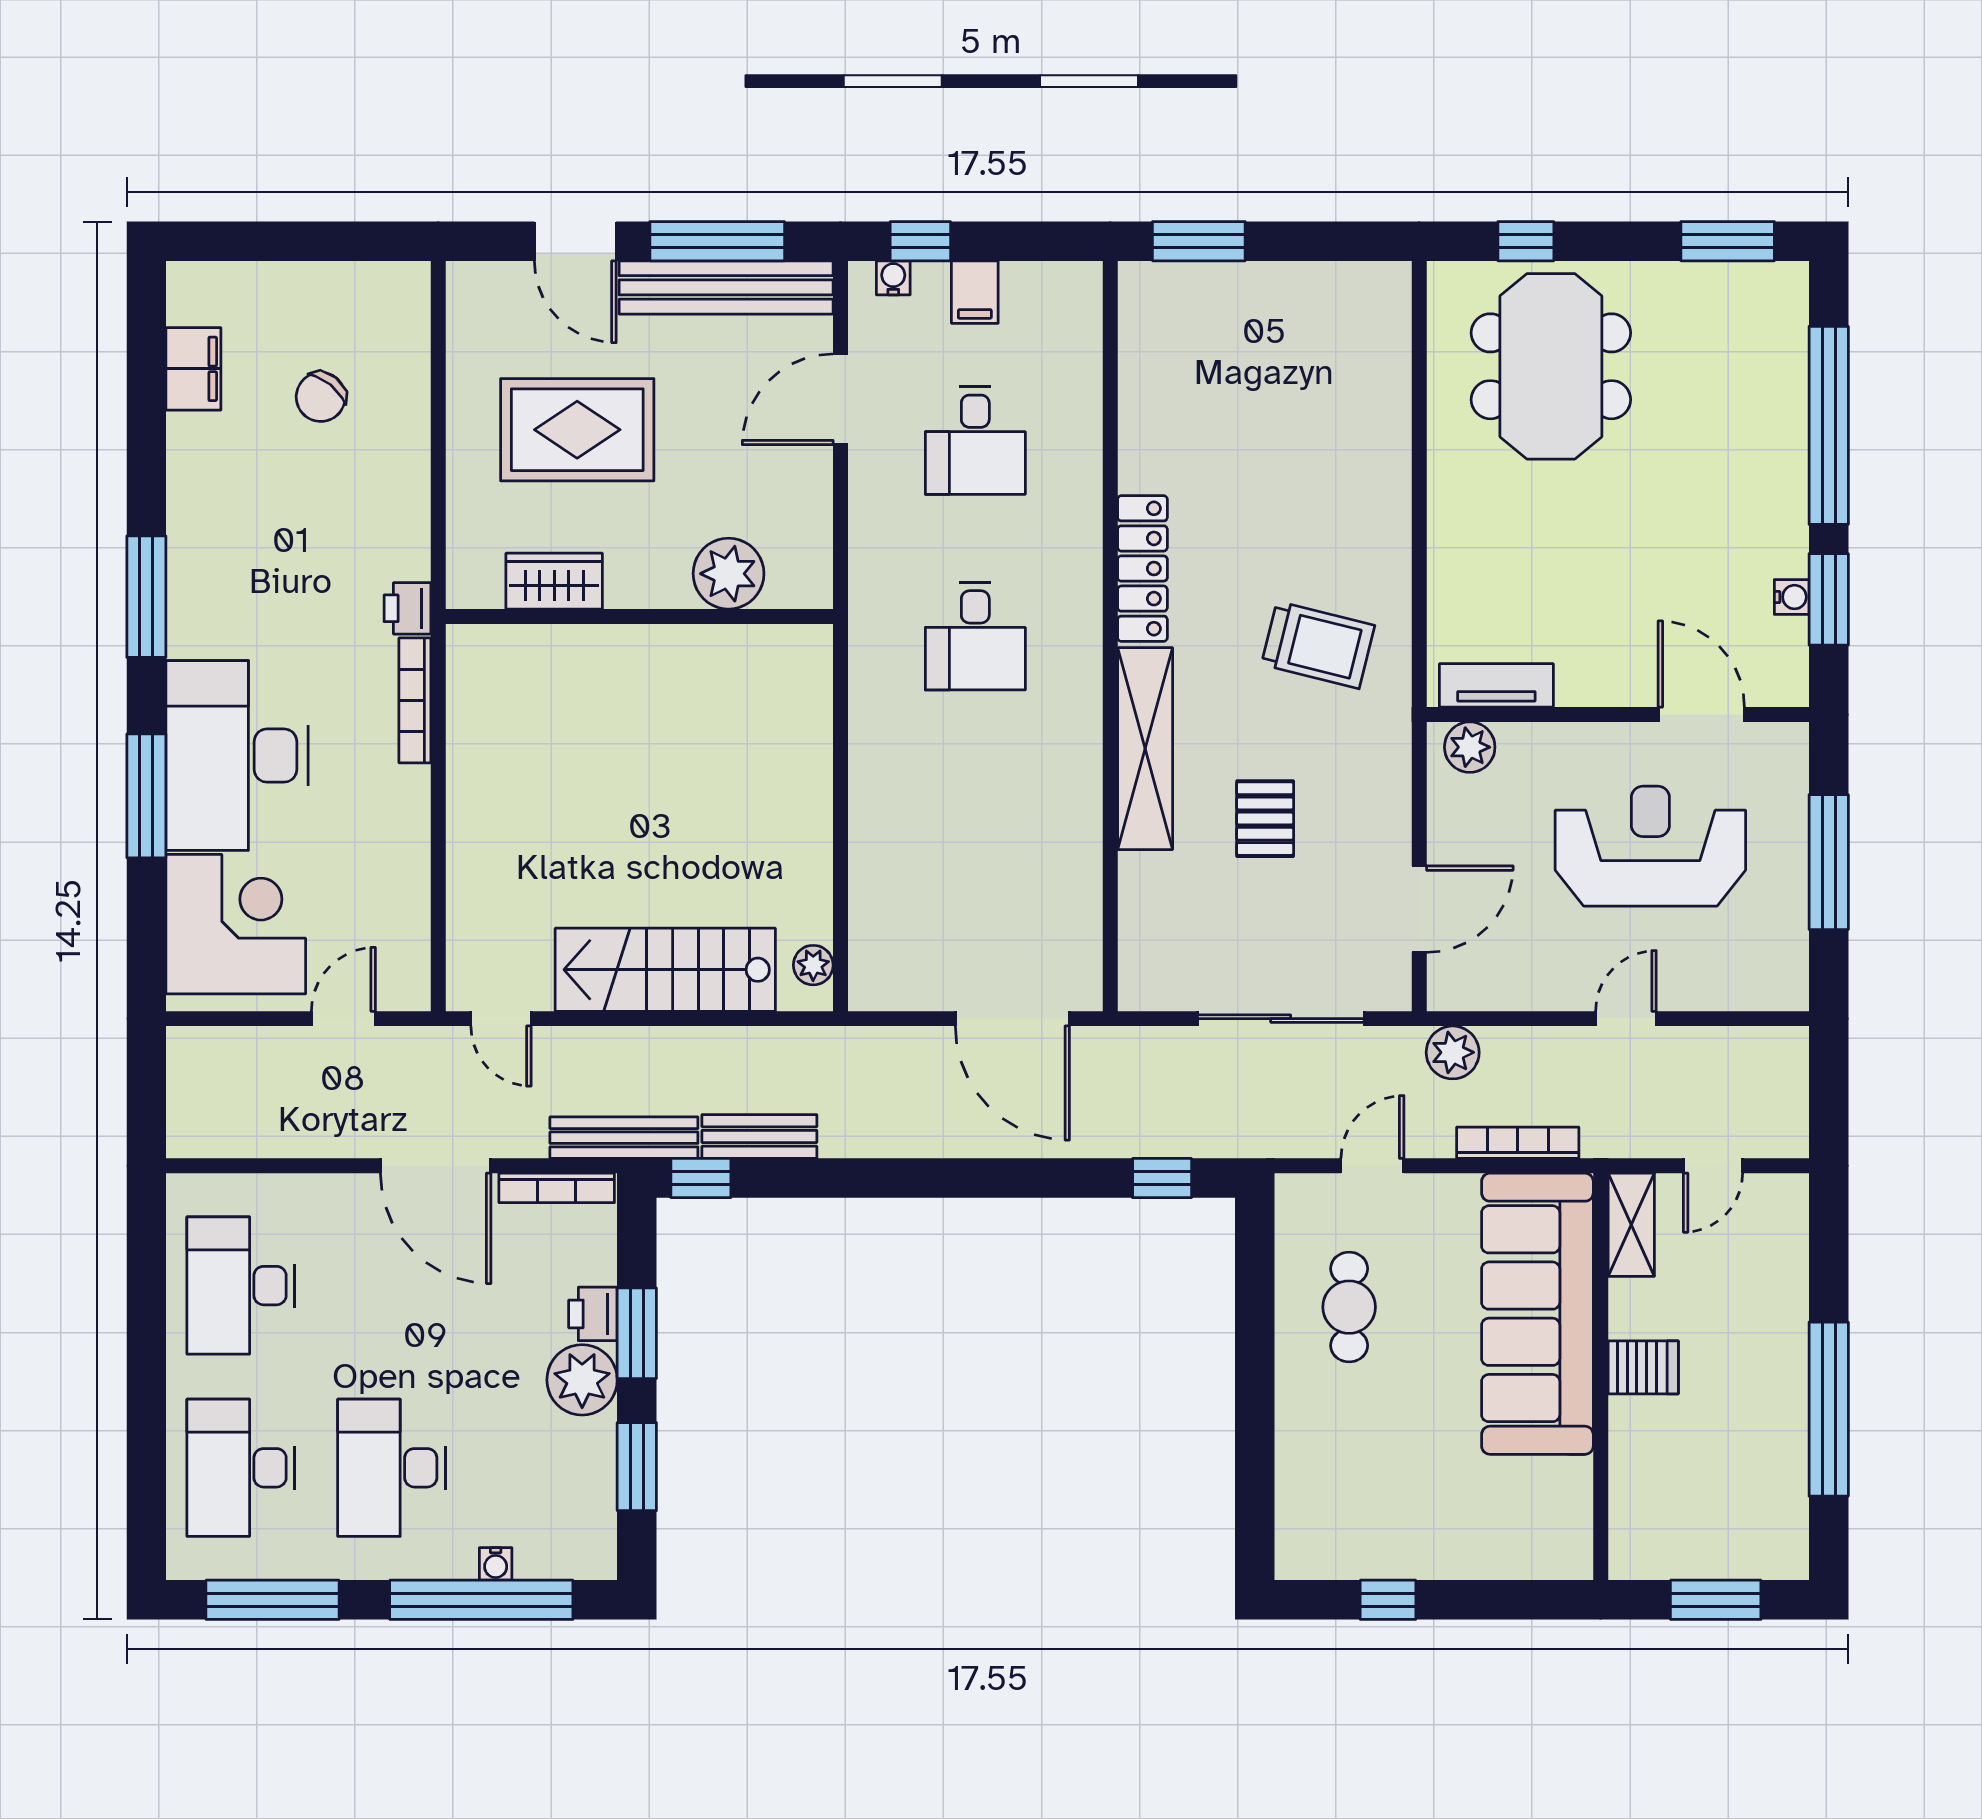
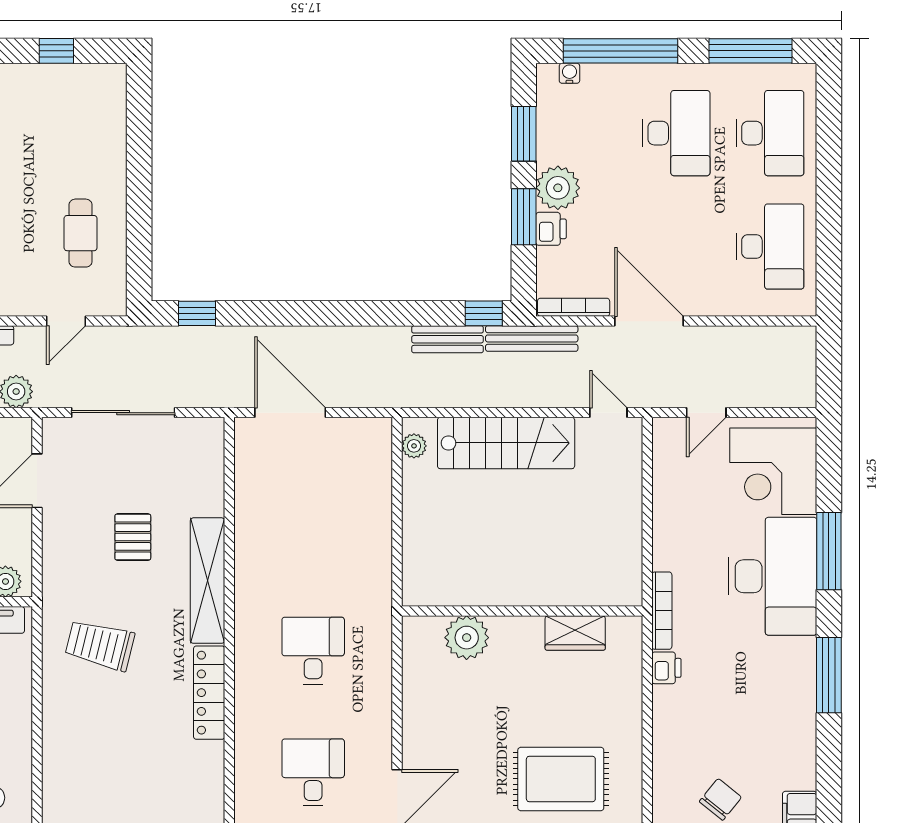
plant: (729, 574) -> (467, 638), moved
wardrobe: (554, 581) -> (575, 633), moved
wall: (639, 616) -> (522, 611), moved
water cooler: (496, 1564) -> (569, 73), moved

